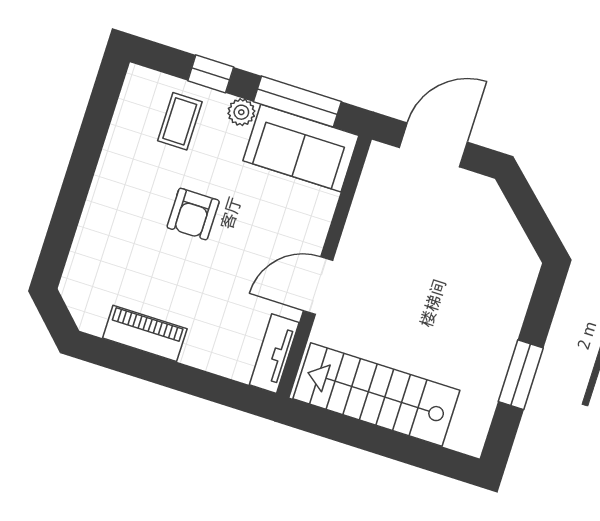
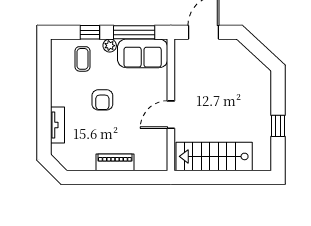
piano: (145, 333) -> (115, 162), moved
tv unit: (274, 354) -> (57, 125), moved, turned 180
window: (521, 375) -> (278, 126), width x0.67

